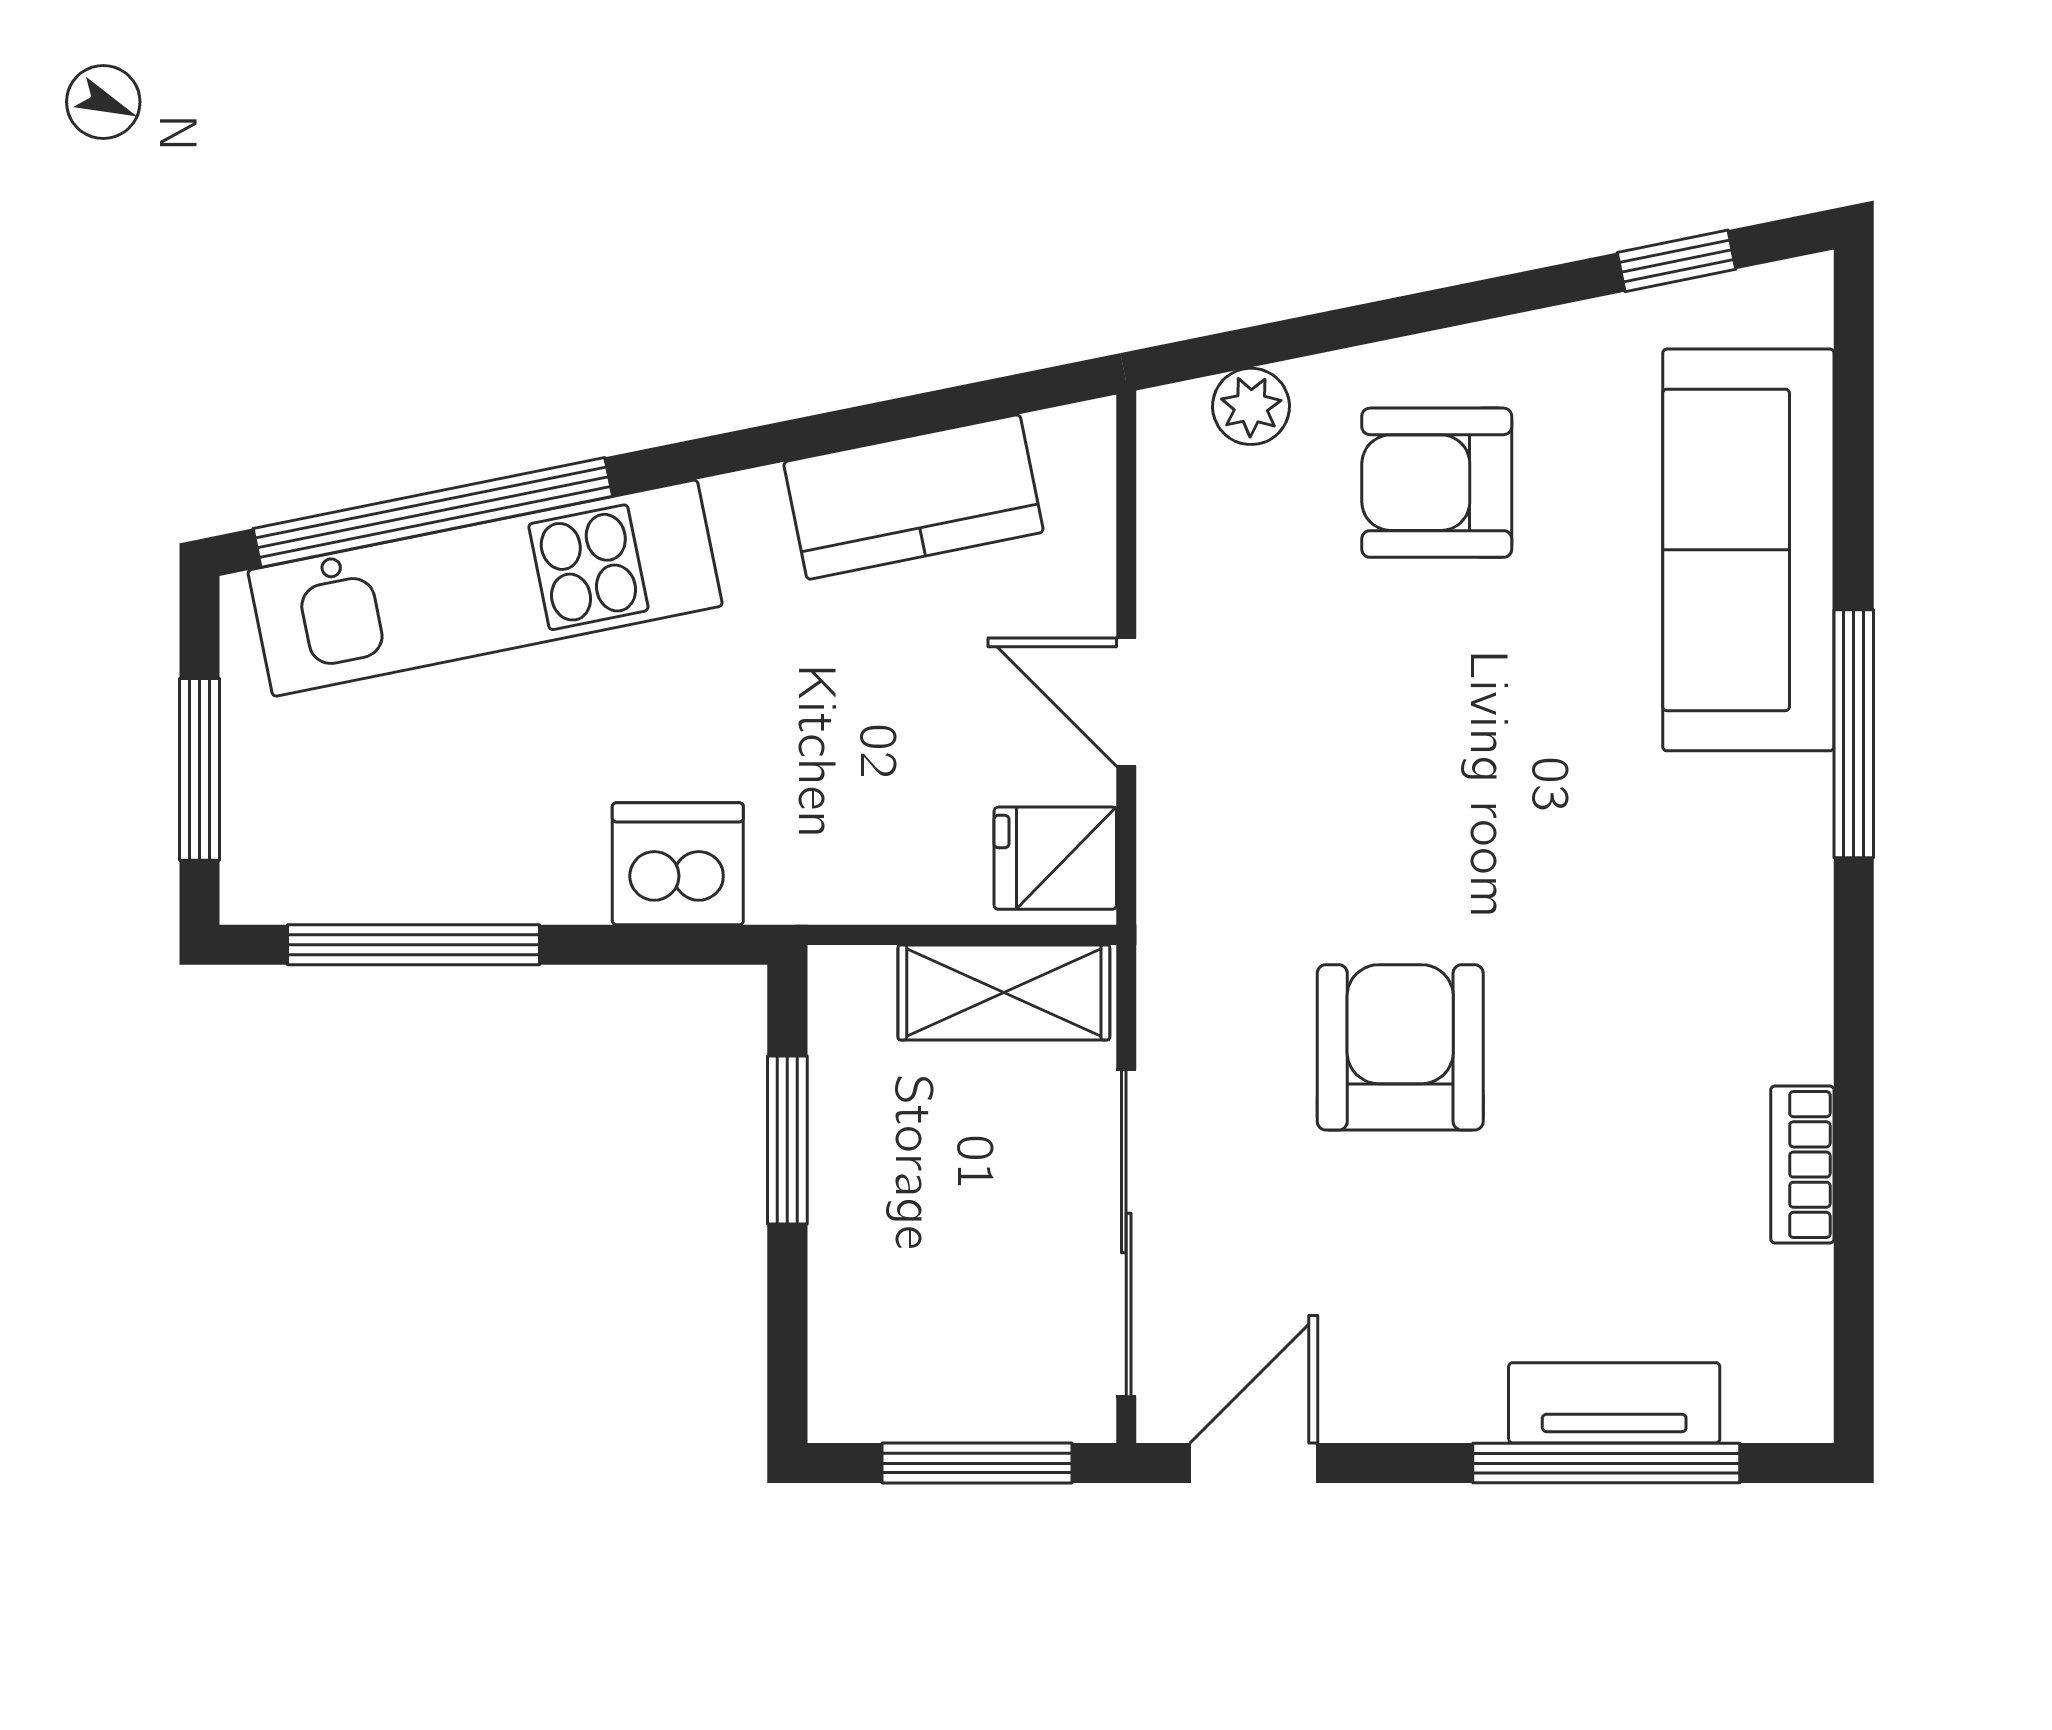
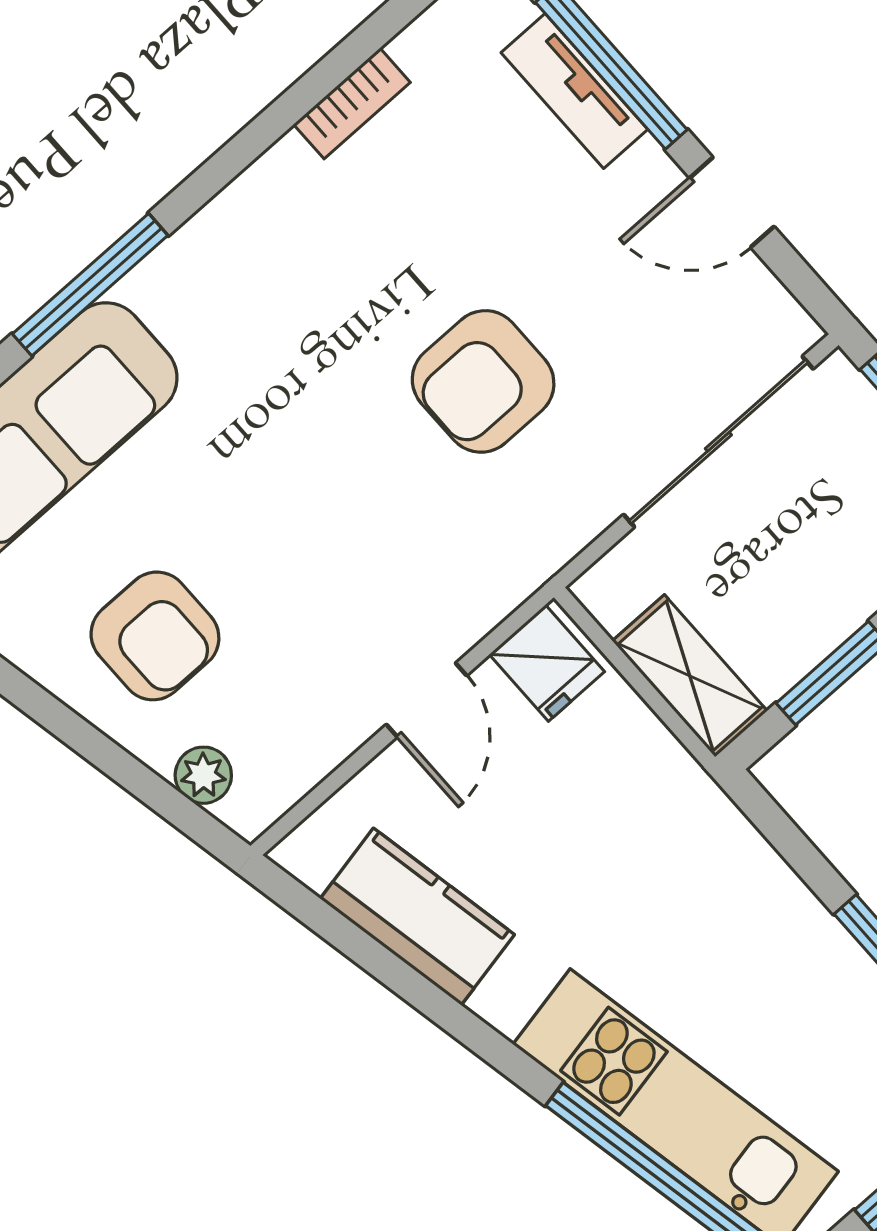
dishwasher: (678, 864) -> (733, 868), removed
shelving: (1004, 992) -> (690, 676), moved
door: (1254, 1463) -> (732, 202), moved

